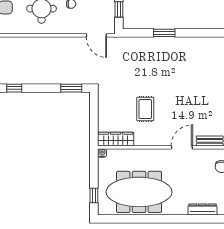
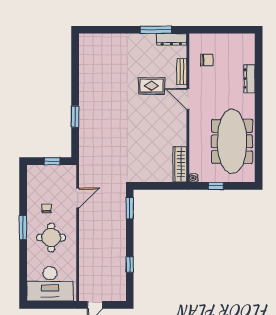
door: (96, 35) -> (78, 198), moved
rug: (145, 109) -> (151, 86), moved
window: (94, 195) -> (216, 186), moved

